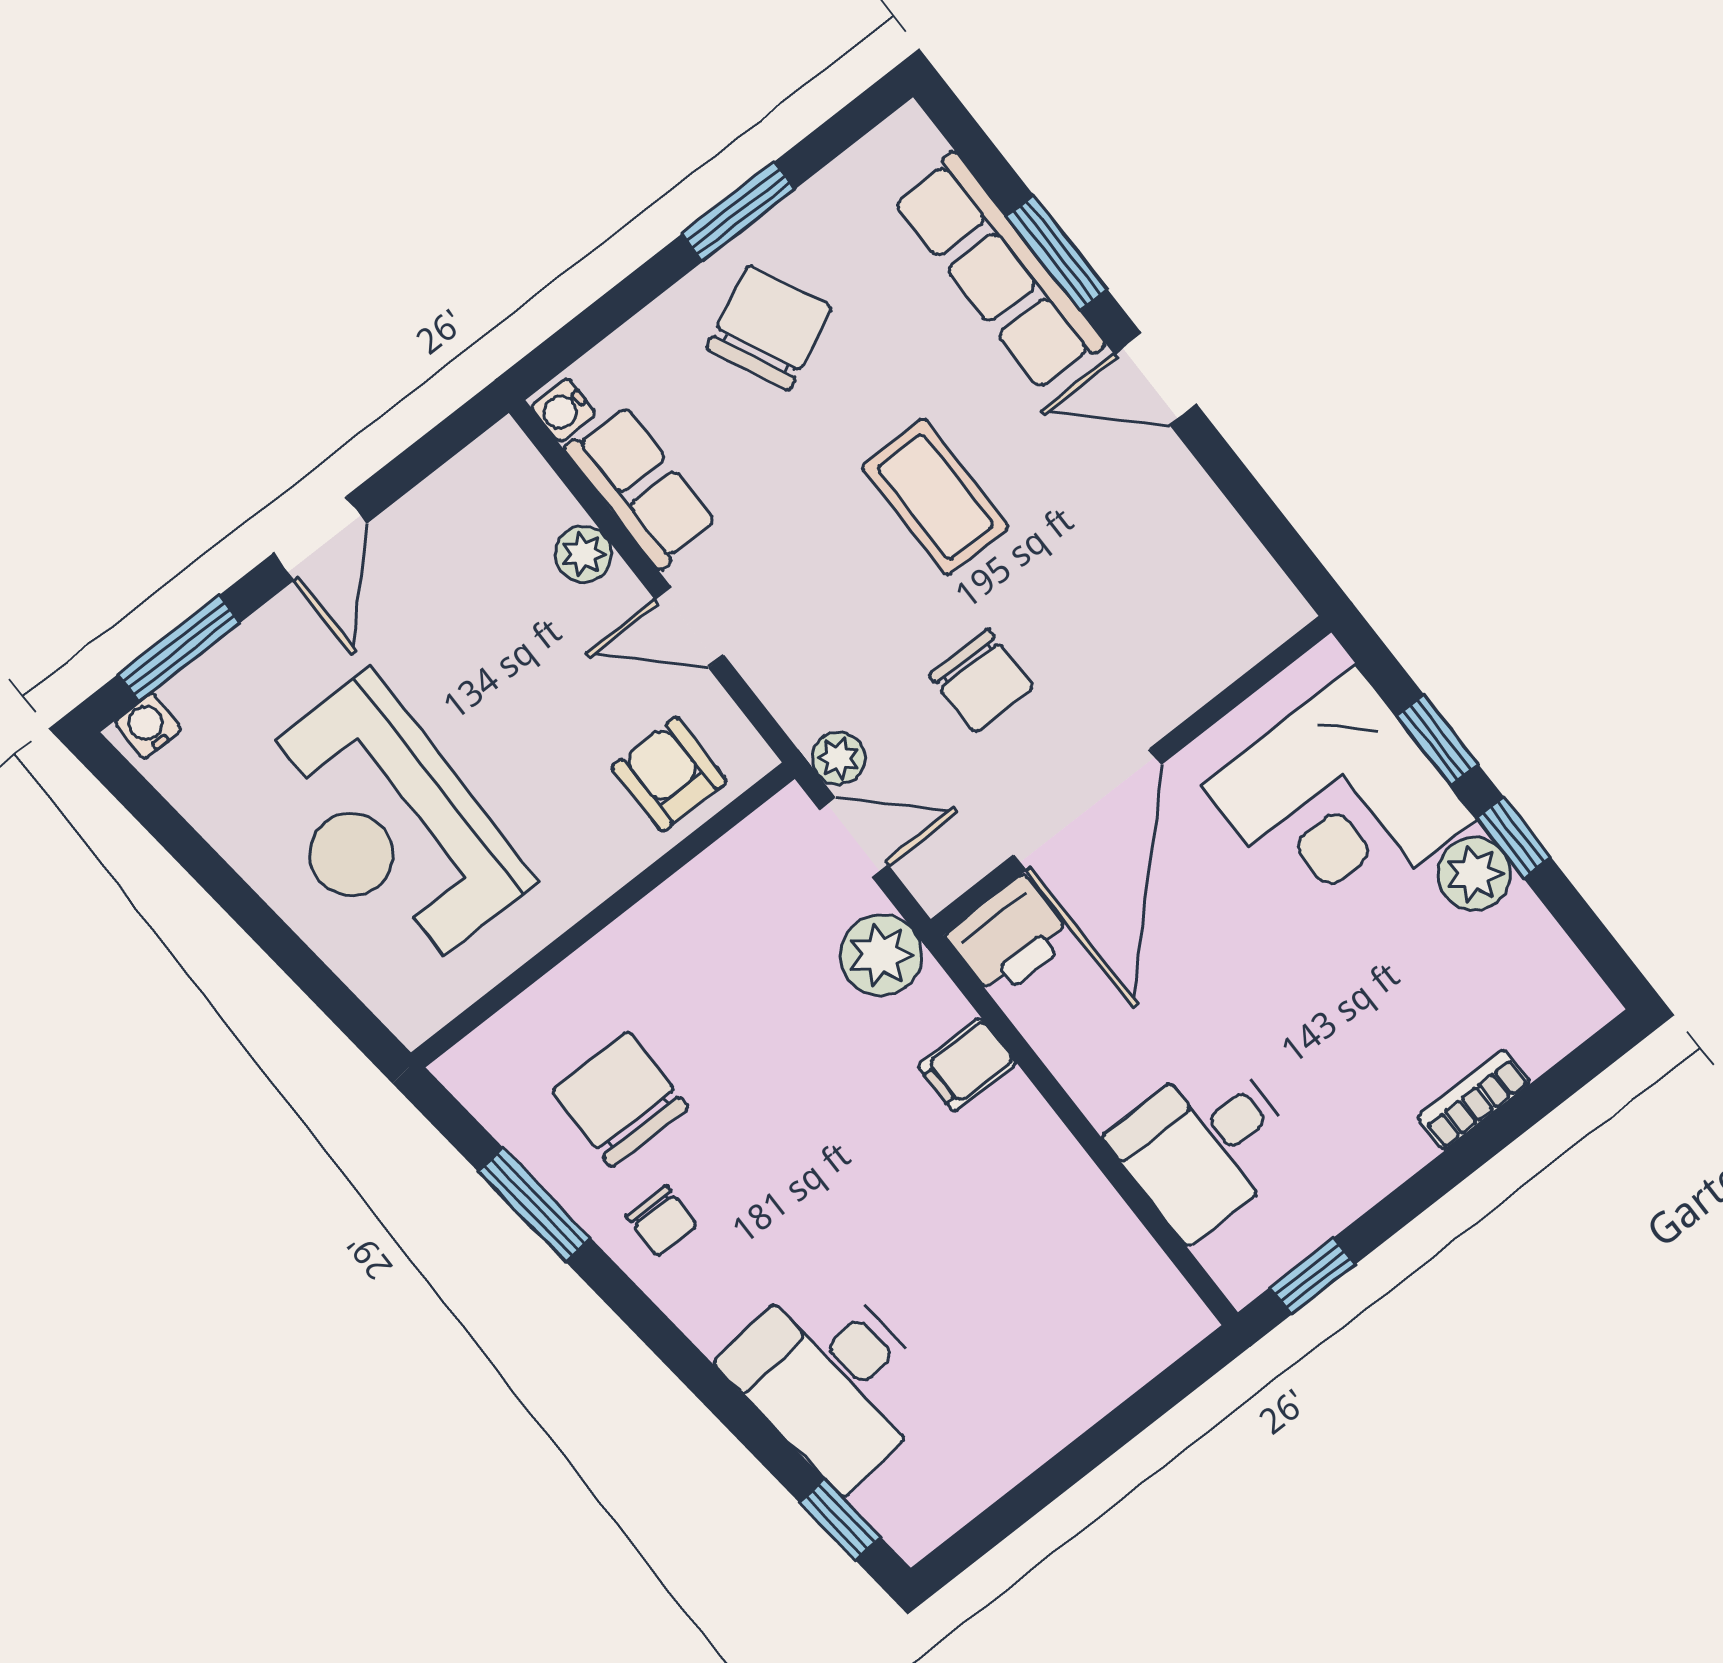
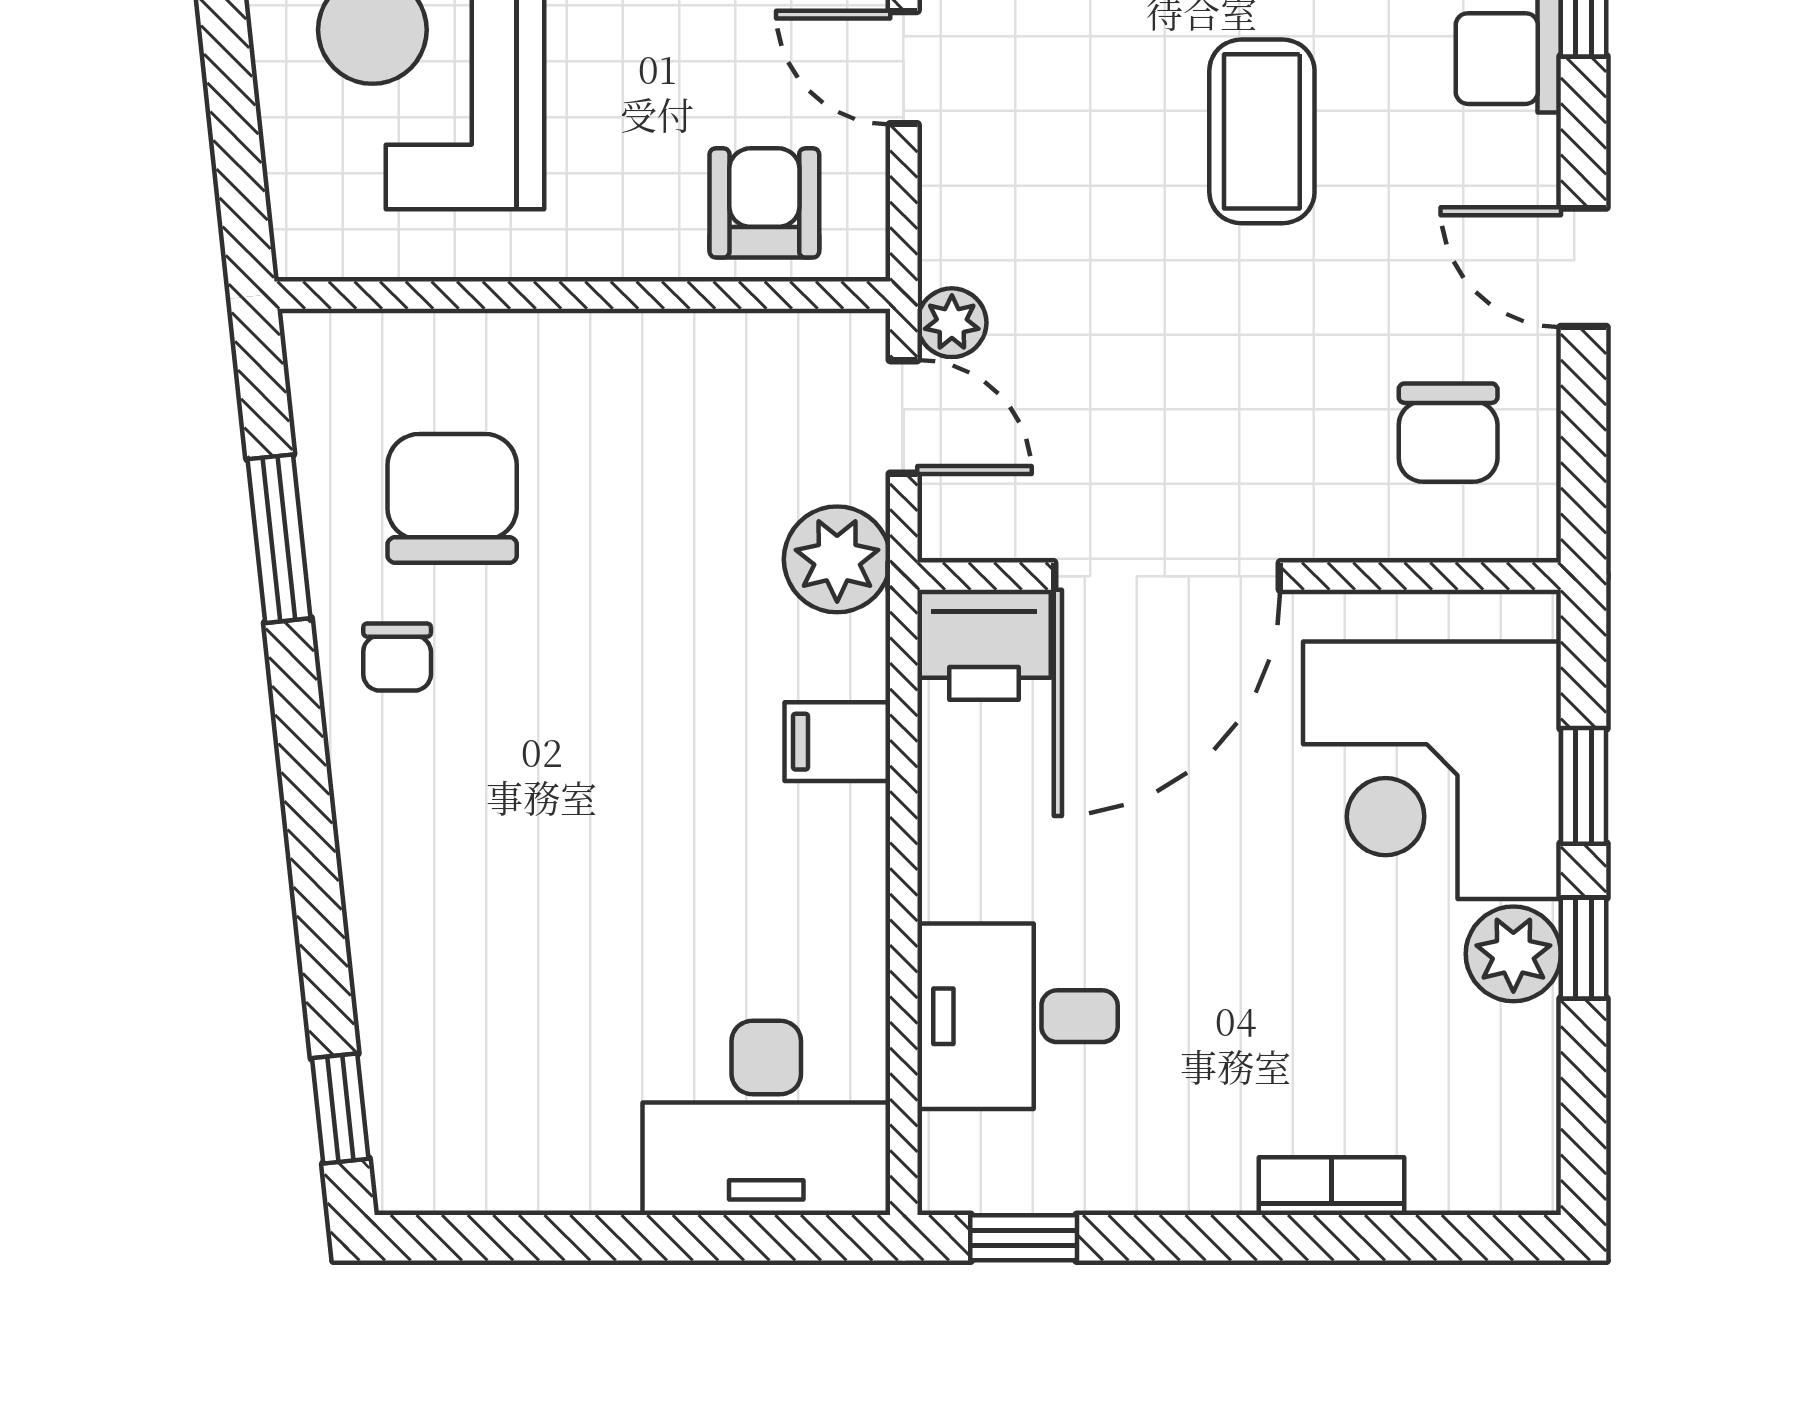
door: (1155, 379) -> (1583, 267), moved
chair: (981, 681) -> (1448, 433), moved
desk: (831, 1379) -> (766, 1118), moved, turned -84

